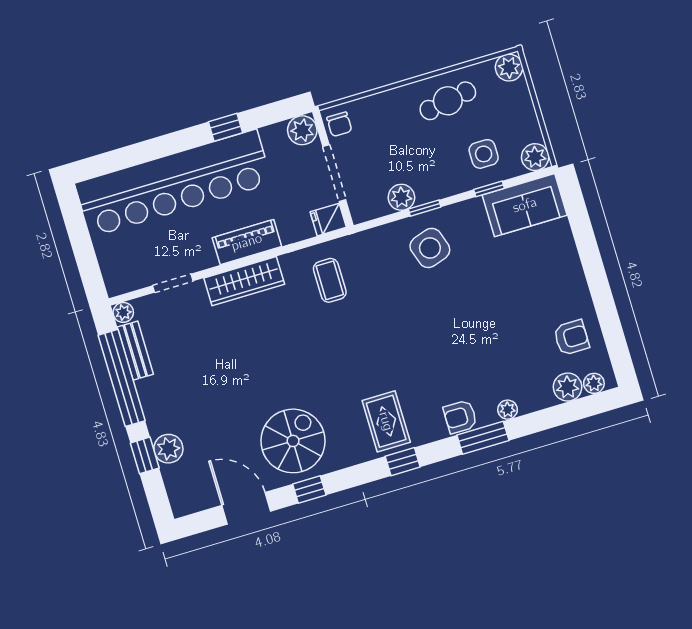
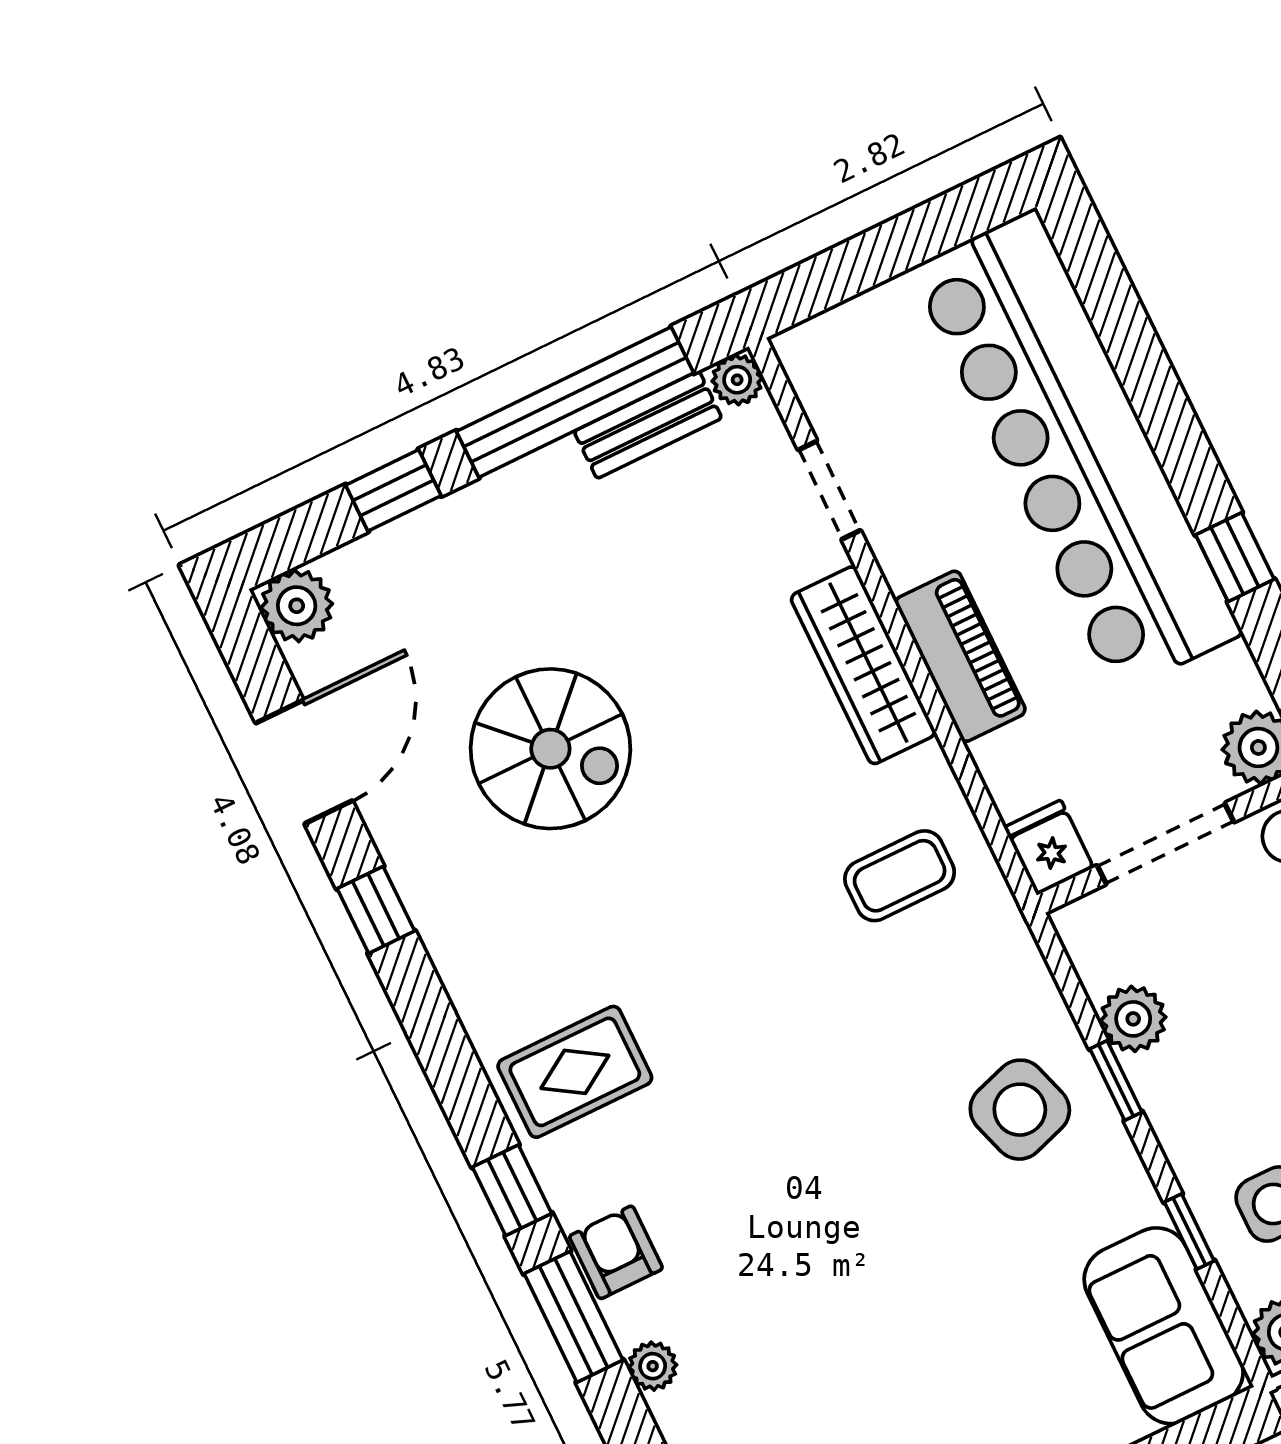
spiral stairs: (293, 441) -> (550, 749), moved
plant: (168, 449) -> (297, 606), moved
window: (403, 462) -> (512, 1190), moved

